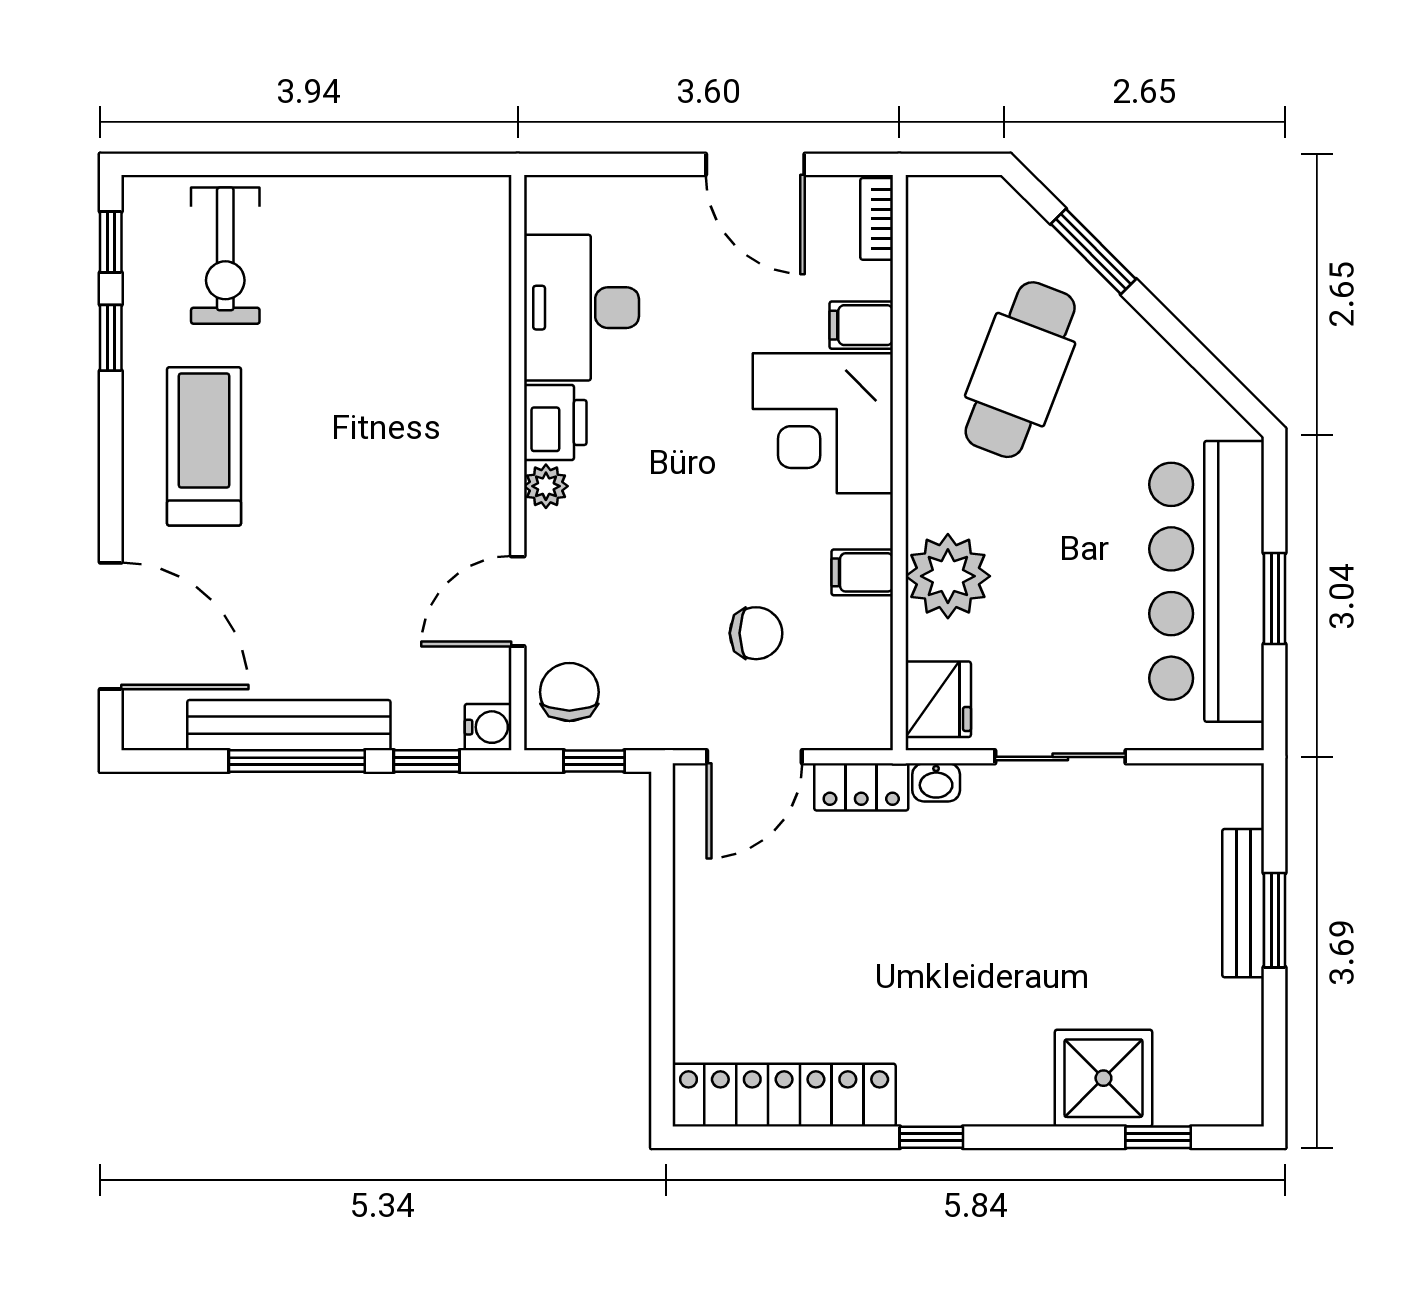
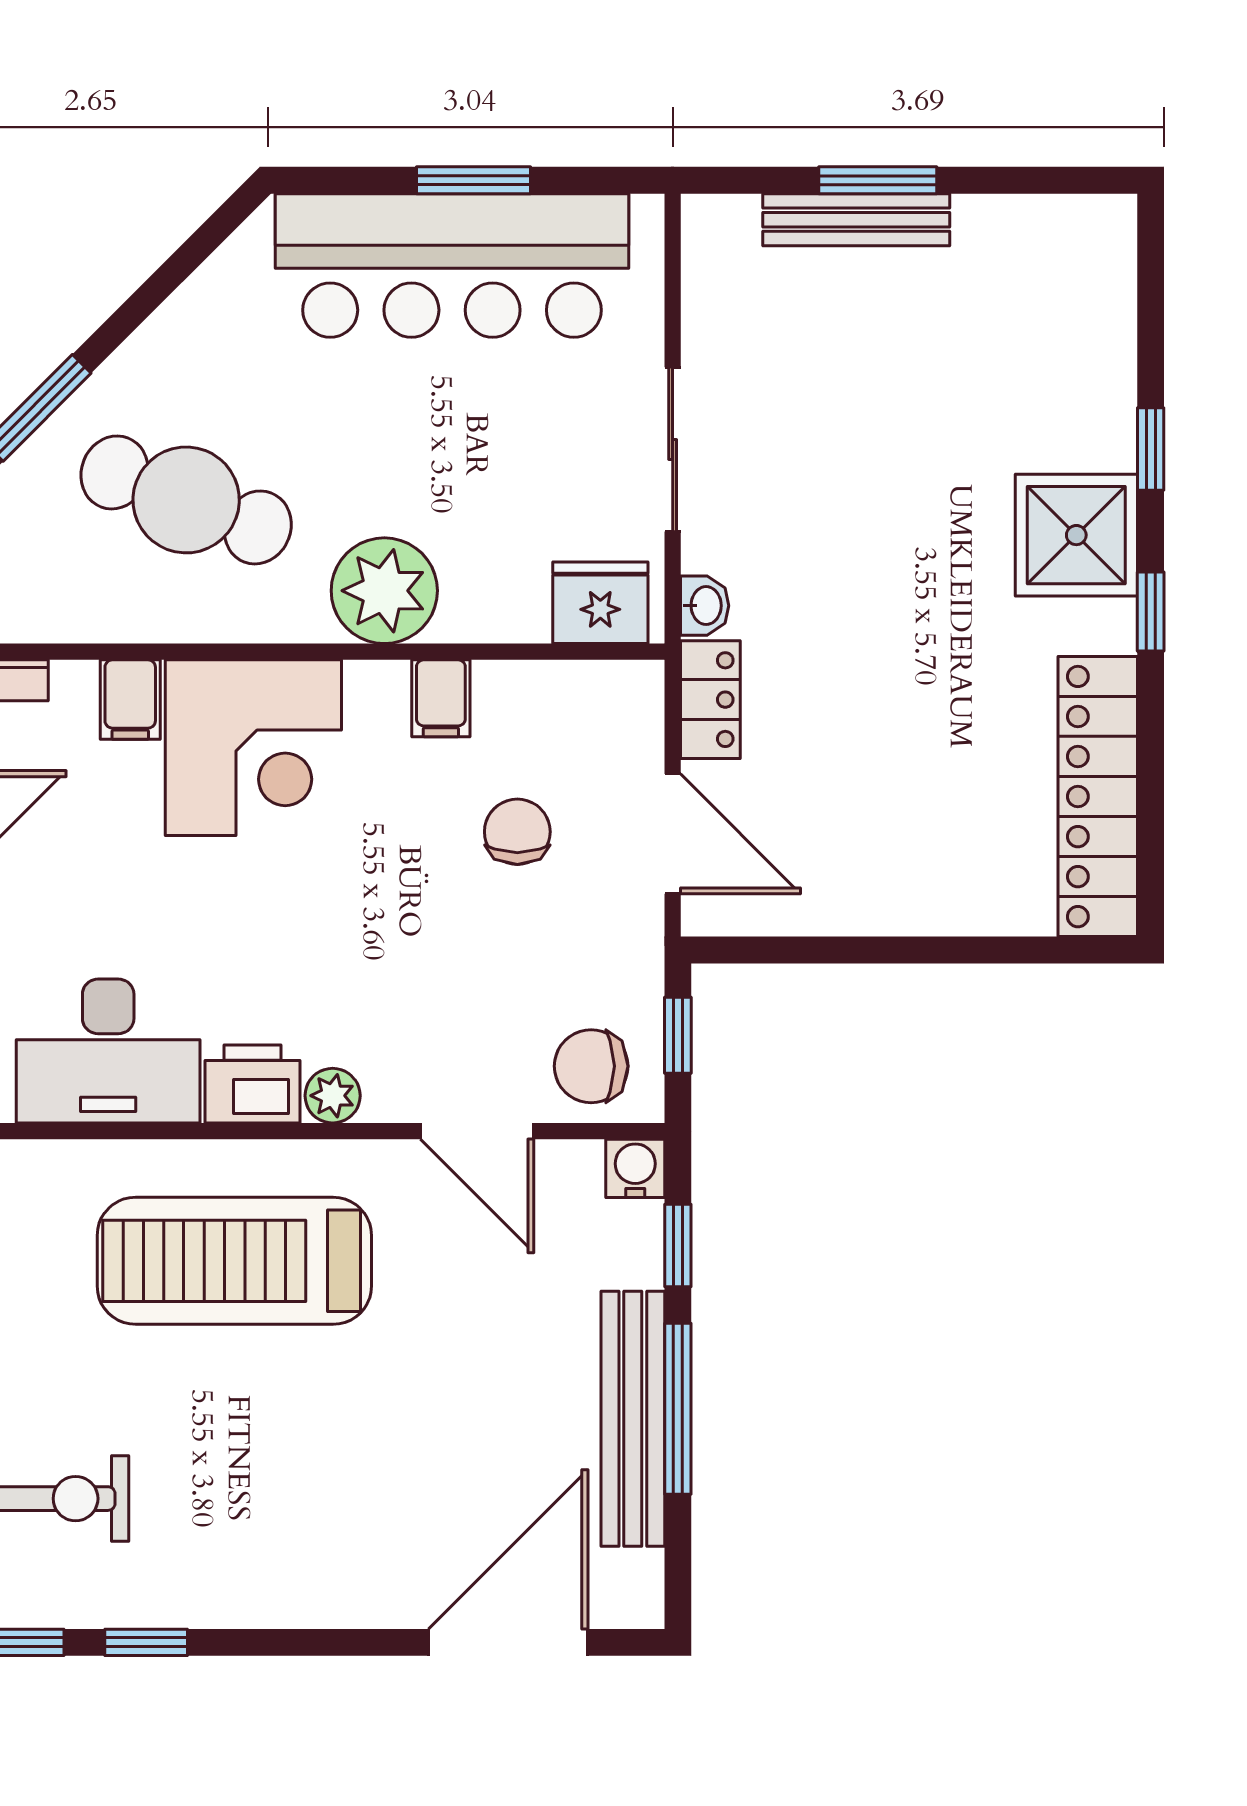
treadmill: (204, 446) -> (234, 1261), moved, width x1.37, depth x1.38
plant: (948, 576) -> (384, 591), moved
shower: (1103, 1078) -> (1076, 535), moved
window: (1158, 1137) -> (1151, 449), moved

